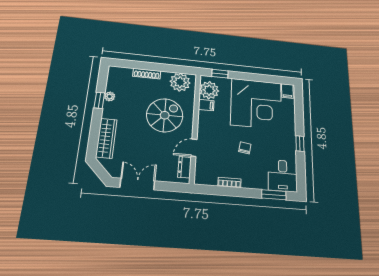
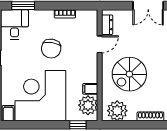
chair: (245, 148) -> (51, 49), width x1.87, depth x1.87

